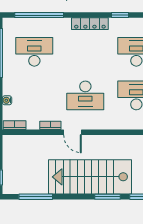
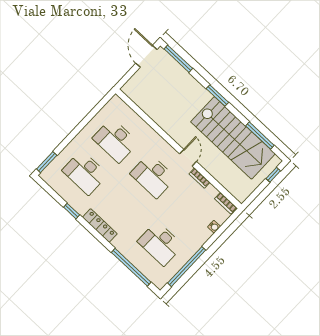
desk: (85, 95) -> (153, 176), turned 180
stairs: (90, 177) -> (233, 138), moved
window: (107, 197) -> (217, 96), moved

